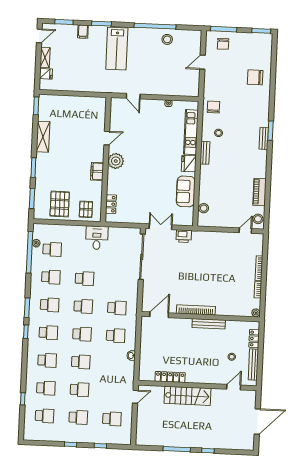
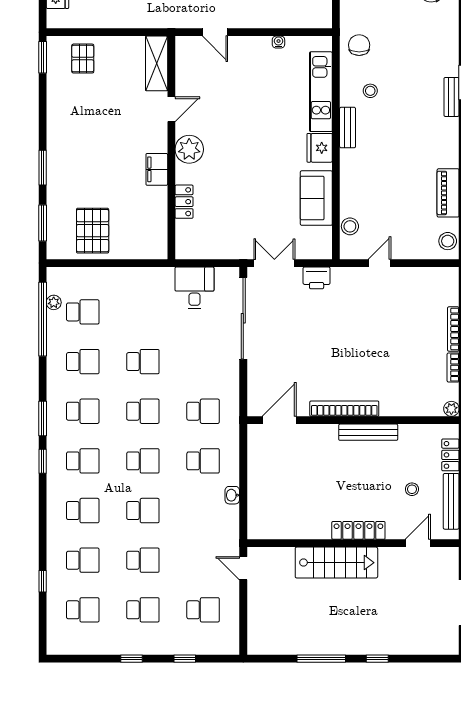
shelving: (43, 137) -> (157, 63), moved
locker: (111, 204) -> (184, 202), moved
pallet: (86, 209) -> (83, 59), moved
door: (245, 231) -> (379, 263), moved
desk: (97, 238) -> (194, 288), moved
locker: (170, 377) -> (358, 530), moved
door: (135, 397) -> (243, 568), swing flipped

